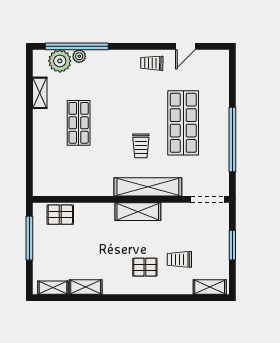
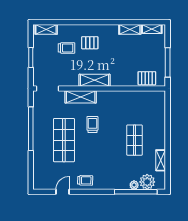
shelving: (148, 187) -> (81, 97), width x0.68

